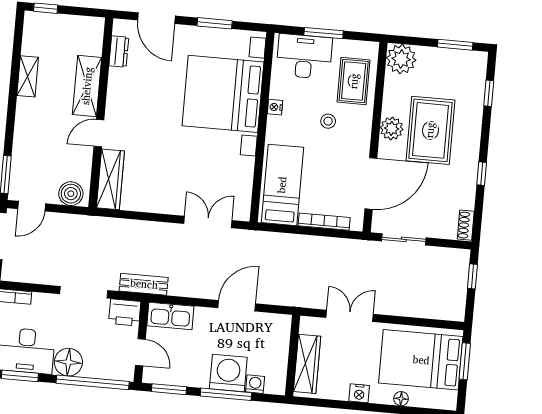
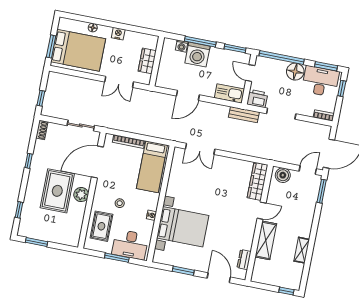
plant: (401, 59) -> (71, 237), removed
bed with nightstands: (223, 94) -> (183, 227), width x0.73
wardrobe: (307, 364) -> (147, 61), width x0.67

